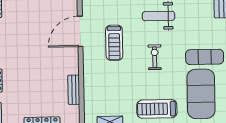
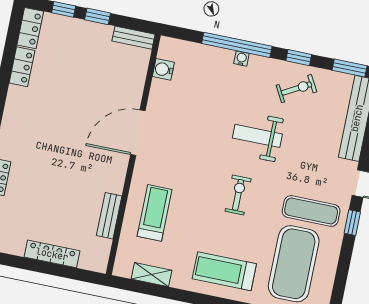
treadmill: (114, 43) -> (155, 213), moved, turned 180

